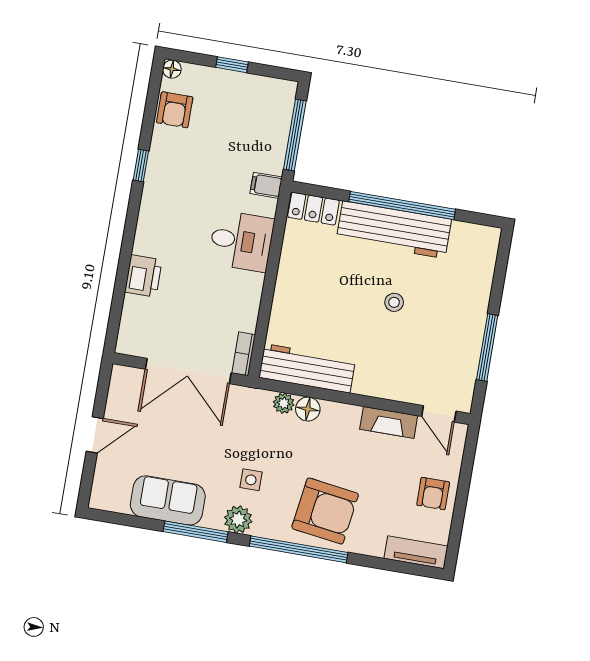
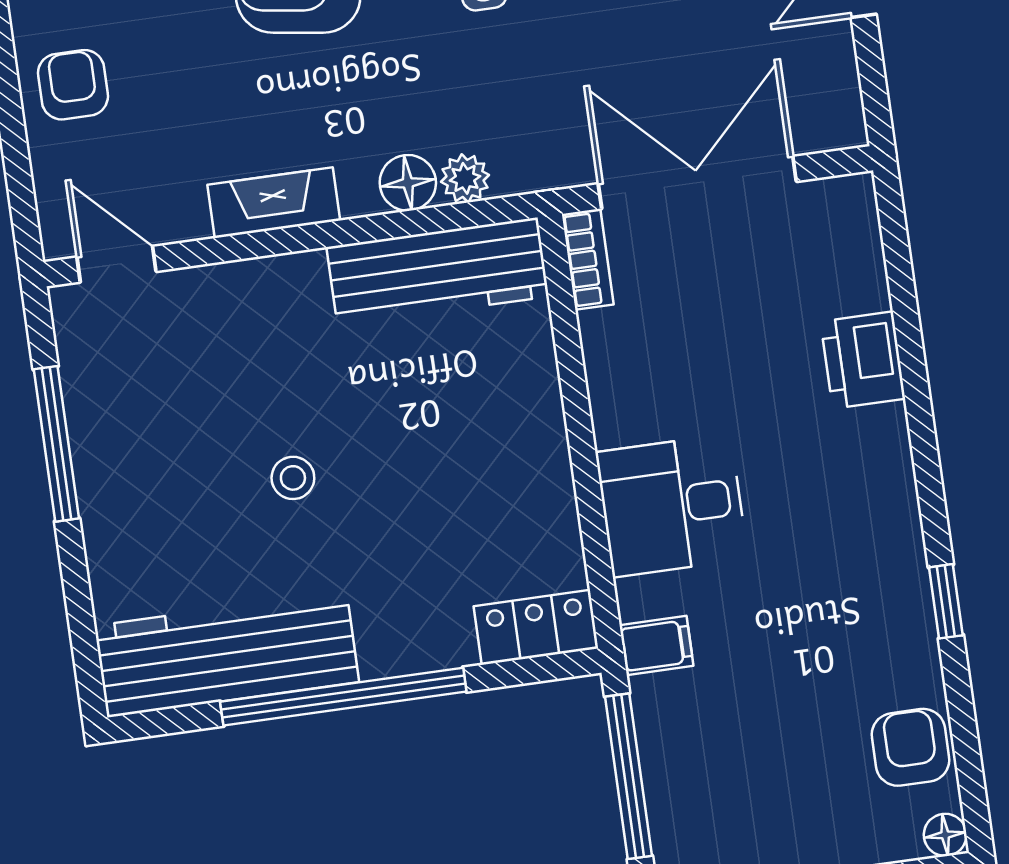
workbench: (394, 230) -> (227, 654), moved
fireplace: (389, 422) -> (274, 203), moved

